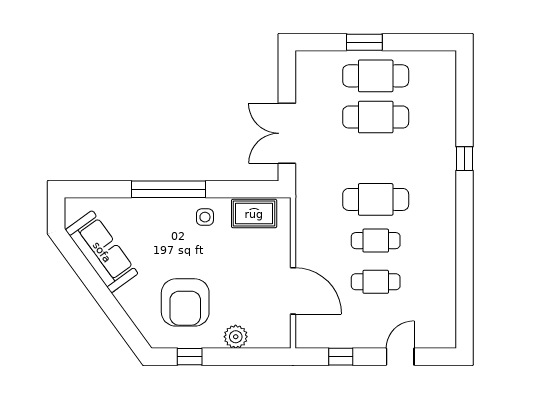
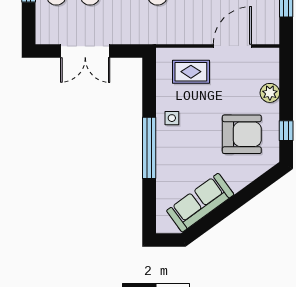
double door: (287, 133) -> (85, 51), moved
rug: (254, 214) -> (191, 72), moved, turned 90

